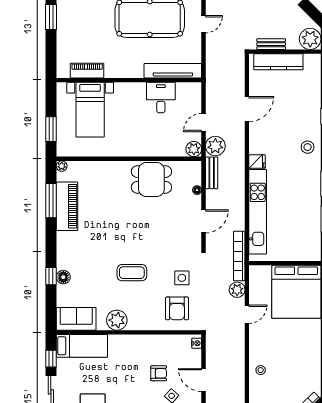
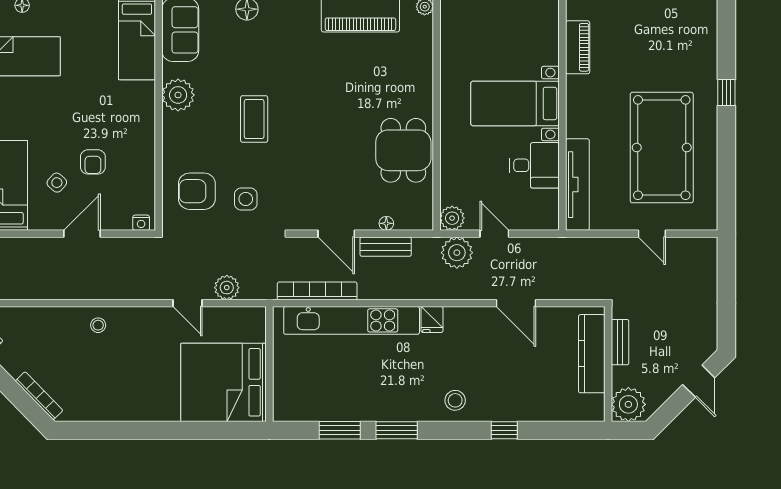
bed with nightstands: (90, 110) -> (515, 103), moved
bench: (212, 173) -> (386, 247), moved
bookcase: (239, 256) -> (317, 291), moved

